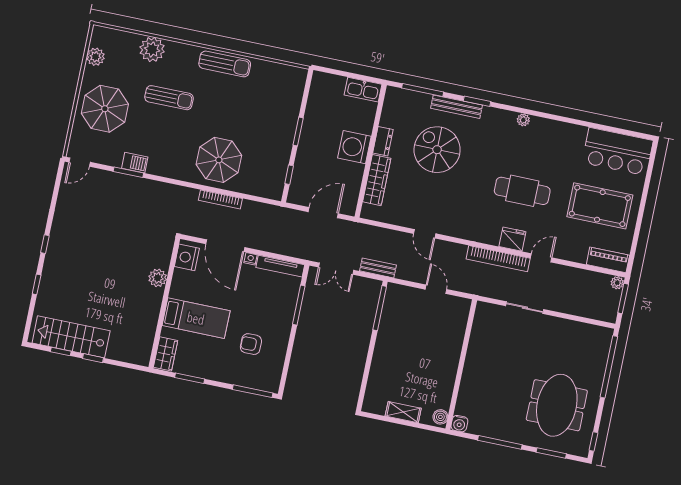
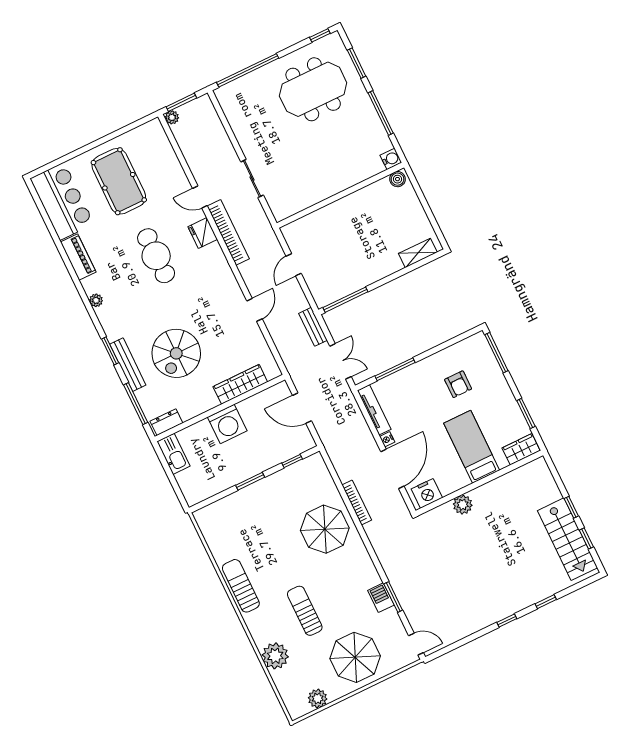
dresser: (383, 141) -> (166, 422), moved
piano: (608, 260) -> (78, 257), moved, turned 180
shelving: (403, 412) -> (418, 253), moved, turned 90

